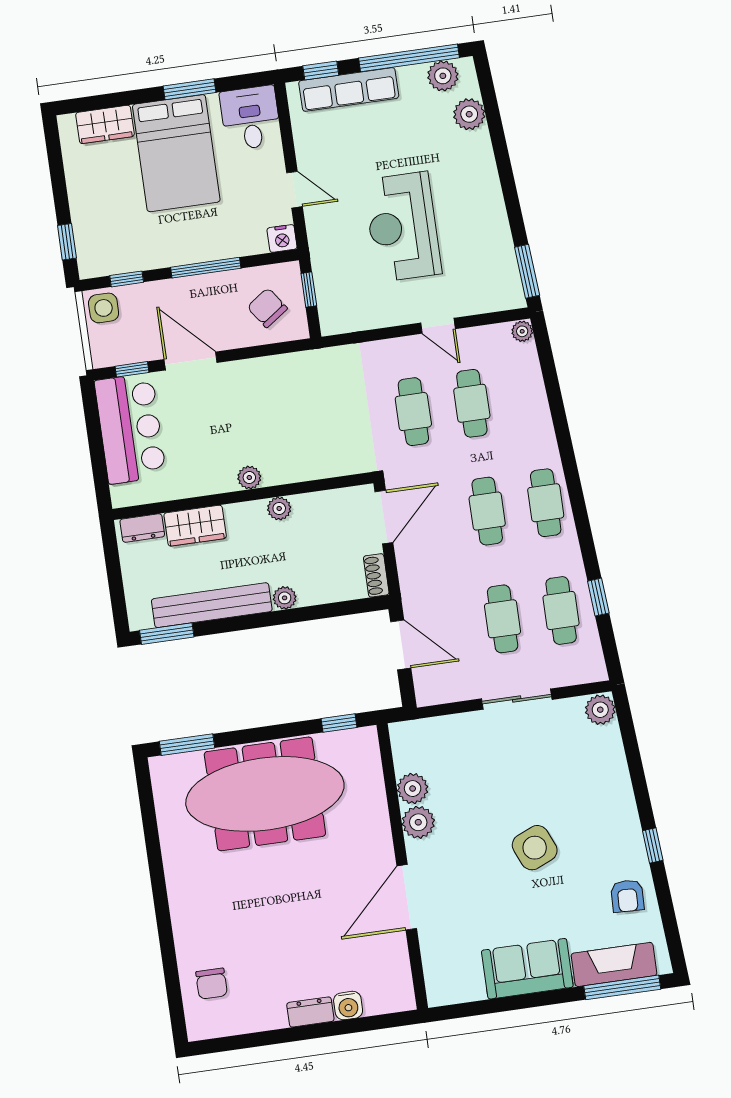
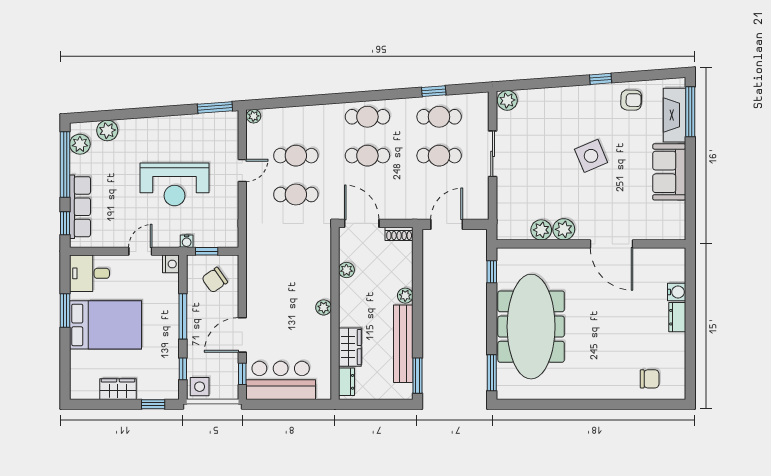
wardrobe: (105, 124) -> (118, 389), moved, turned -90
water cooler: (320, 257) -> (187, 241), added
plant: (279, 508) -> (346, 270), moved

